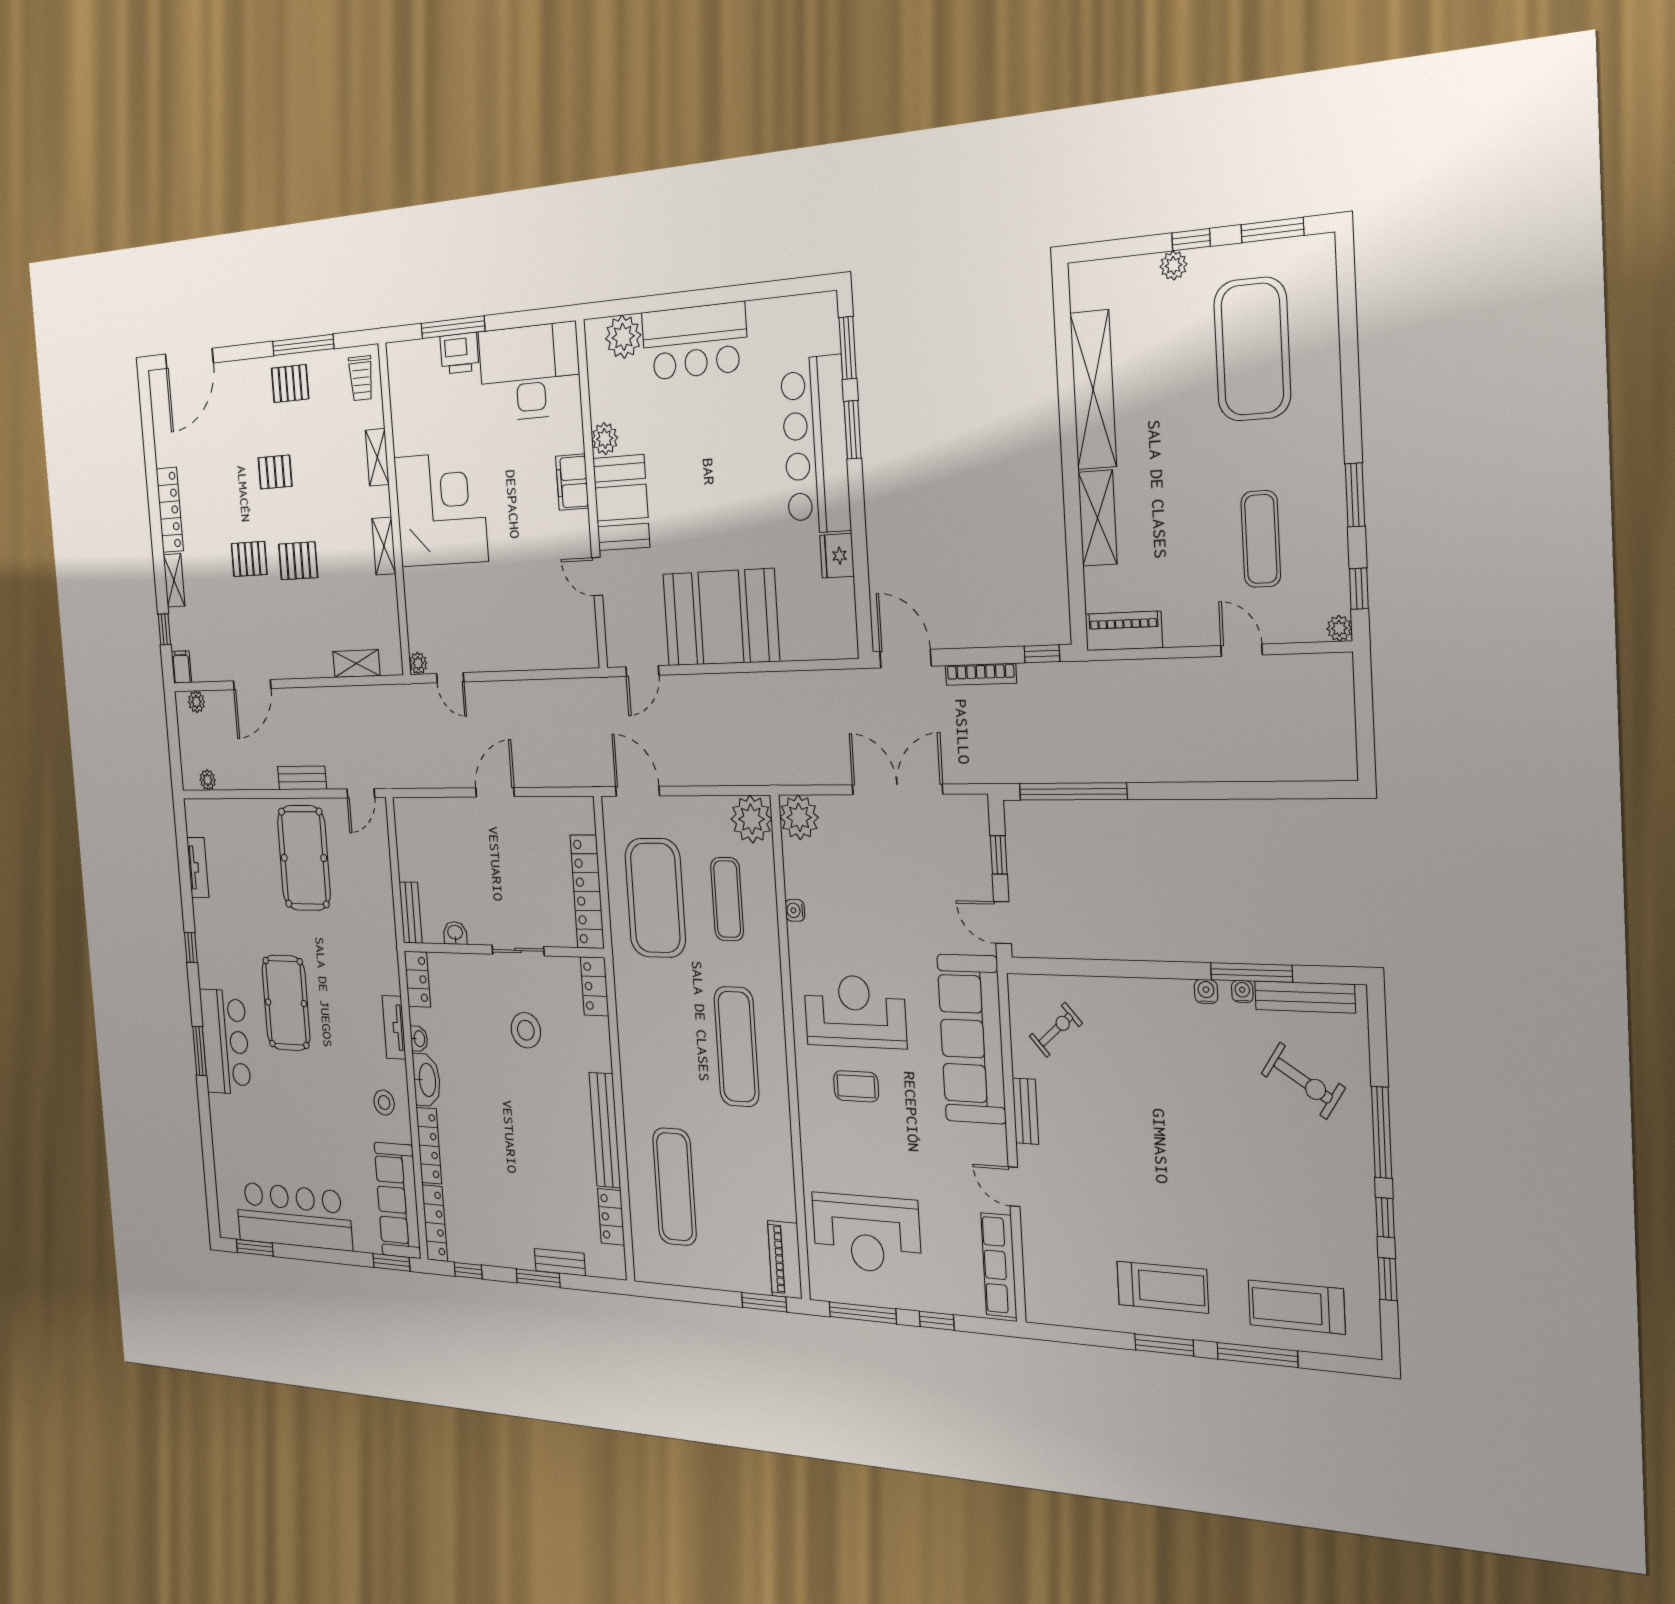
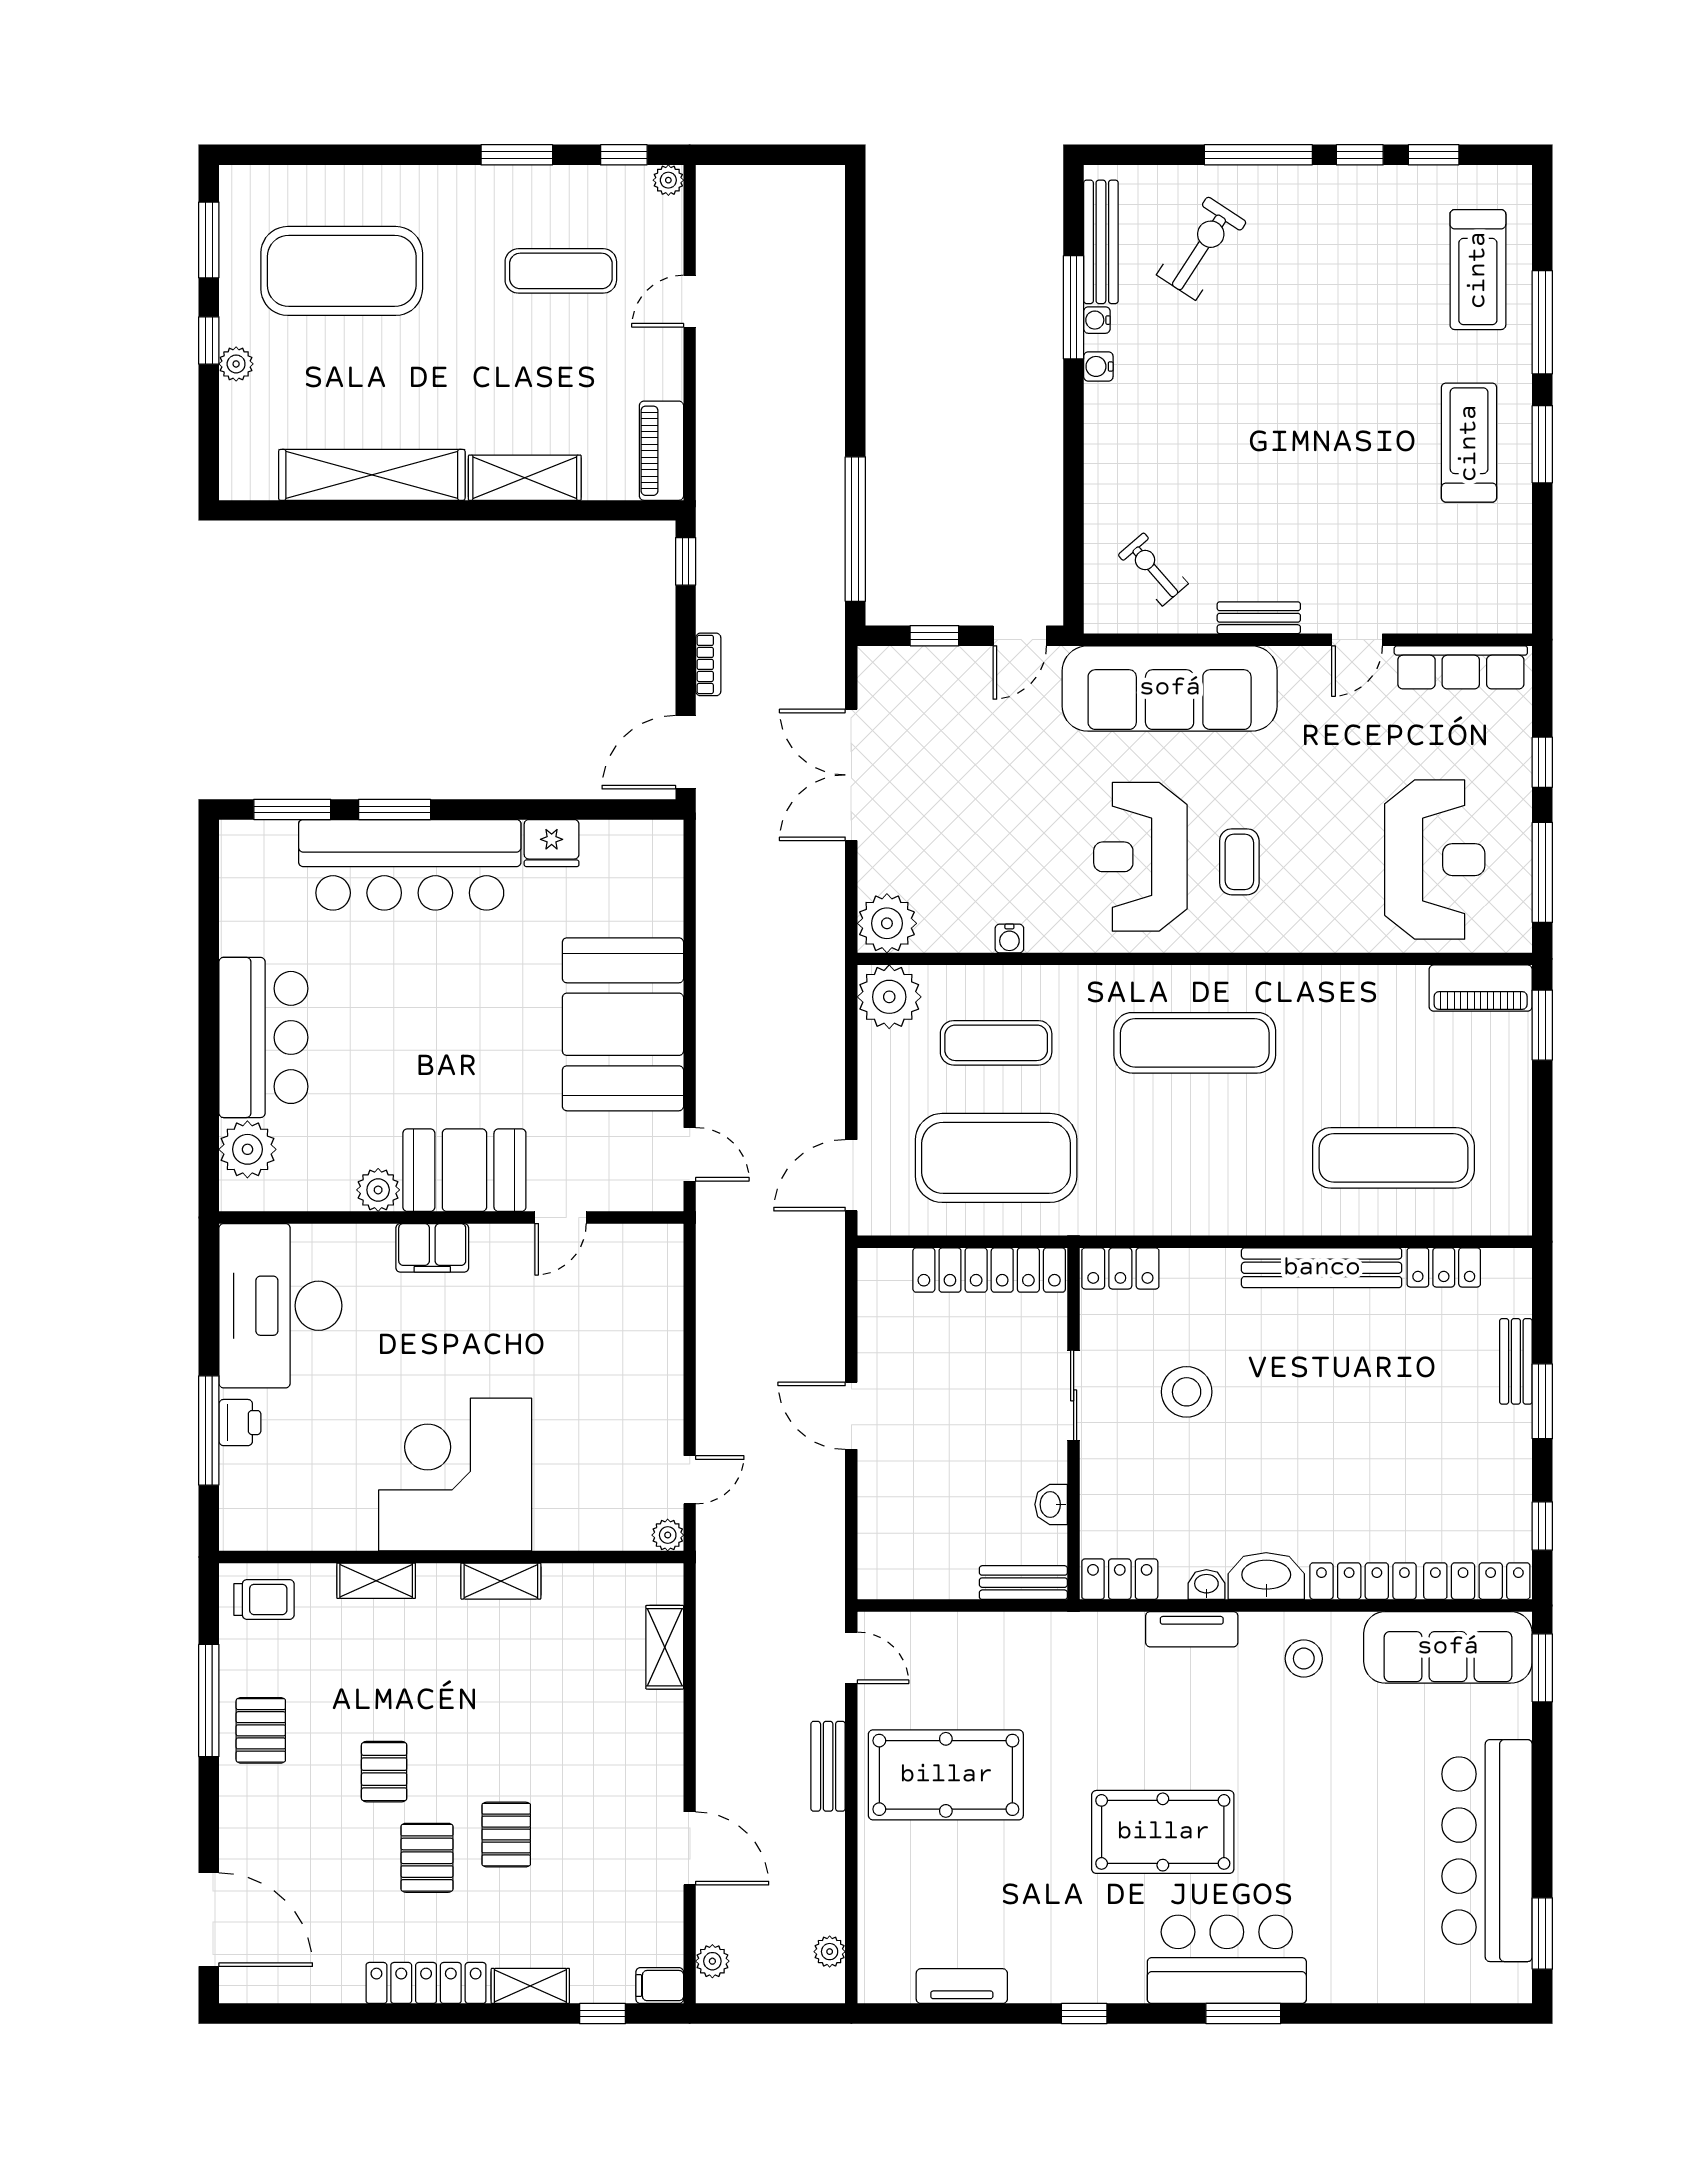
printer: (459, 353) -> (240, 1423), width x0.73, depth x0.81
pallet: (298, 561) -> (427, 1858), moved
bookcase: (981, 674) -> (708, 664), width x0.64

